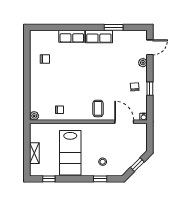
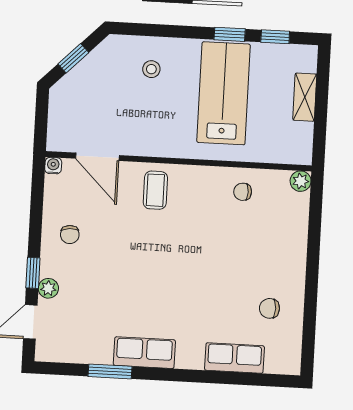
row of seats: (72, 36) -> (234, 358), moved
window: (150, 89) -> (33, 273), moved
window: (100, 179) -> (230, 34), moved

